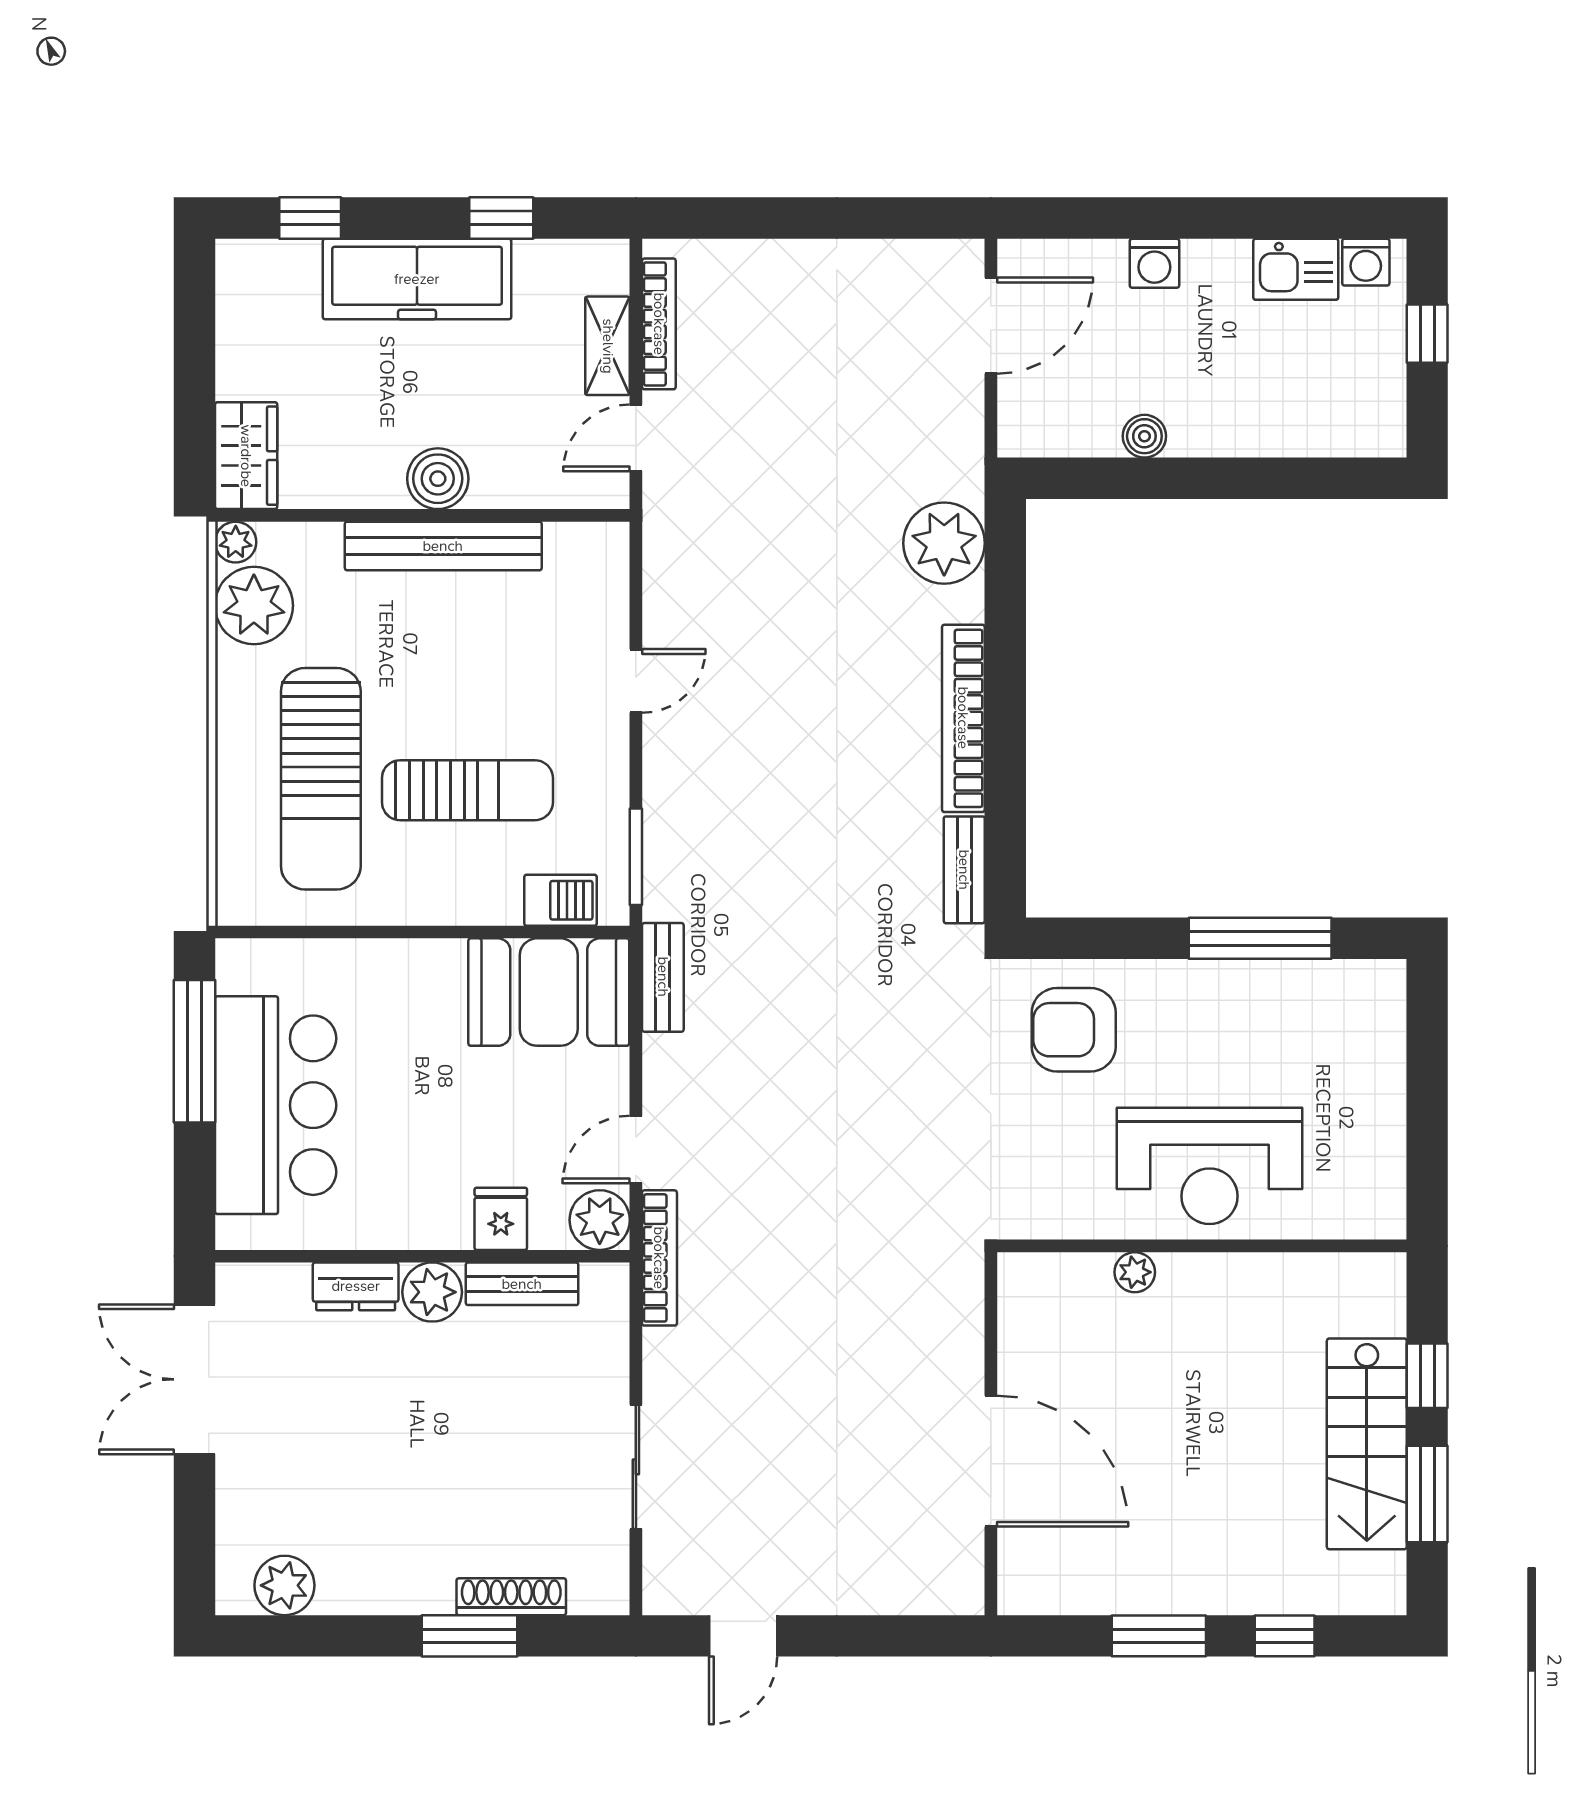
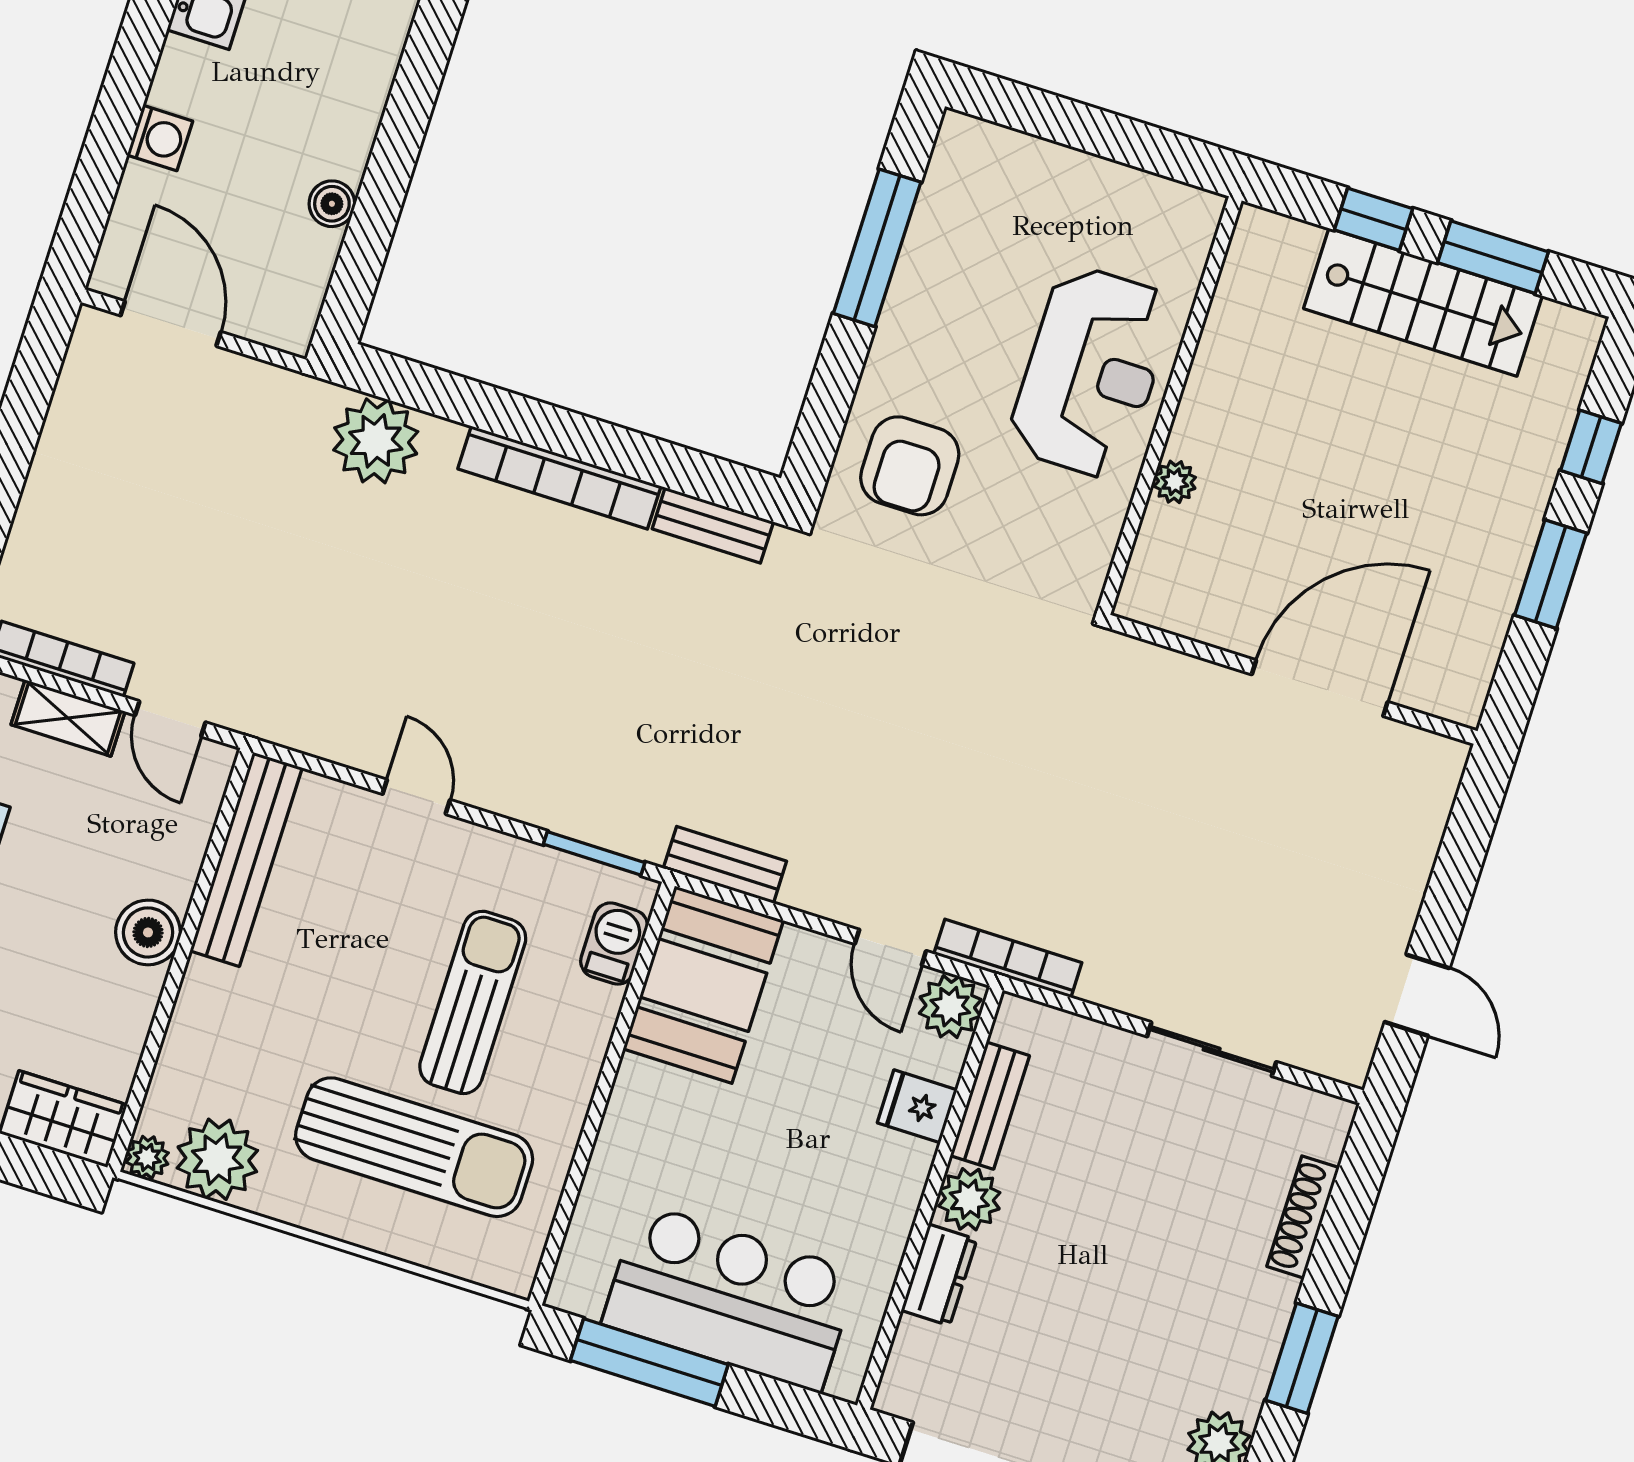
bench: (443, 546) -> (246, 859), moved
window: (469, 1636) -> (1302, 1358), moved

